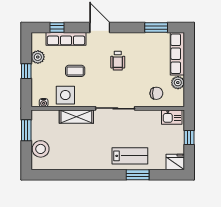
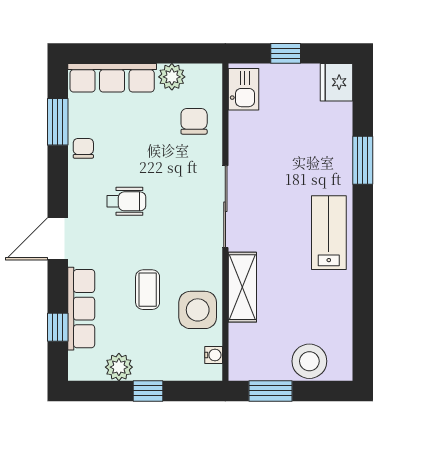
chair: (143, 40) -> (83, 148), added
lab bench: (130, 156) -> (329, 233), moved

